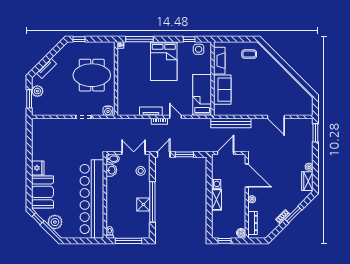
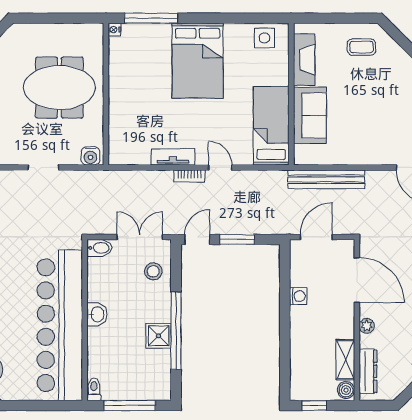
window: (79, 39) -> (35, 18), removed
window: (189, 39) -> (246, 18), removed
washbasin: (111, 170) -> (97, 314), moved
shelving: (216, 200) -> (345, 360), moved

